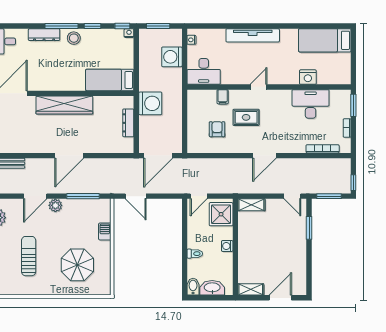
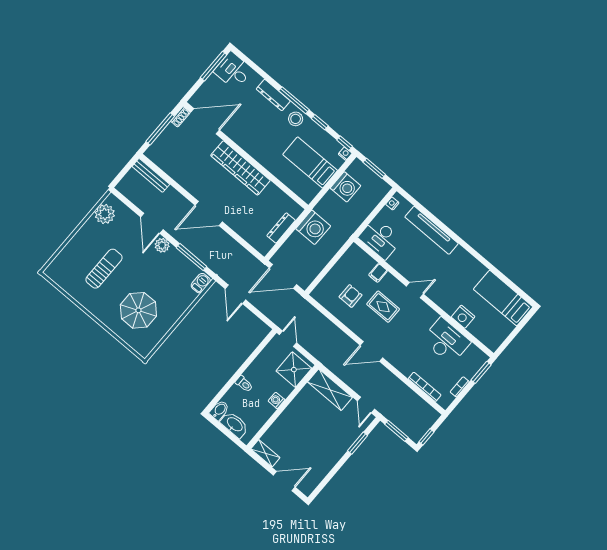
tv unit: (253, 35) -> (432, 230), moved
washing machine: (172, 57) -> (346, 187), moved, turned 180
bed: (110, 80) -> (310, 162), moved
door: (35, 196) -> (152, 223), hinge flipped
door: (199, 196) -> (288, 339), swing flipped
shelving: (251, 205) -> (330, 390), width x1.50, depth x1.33
barbecue: (105, 232) -> (201, 283), moved

